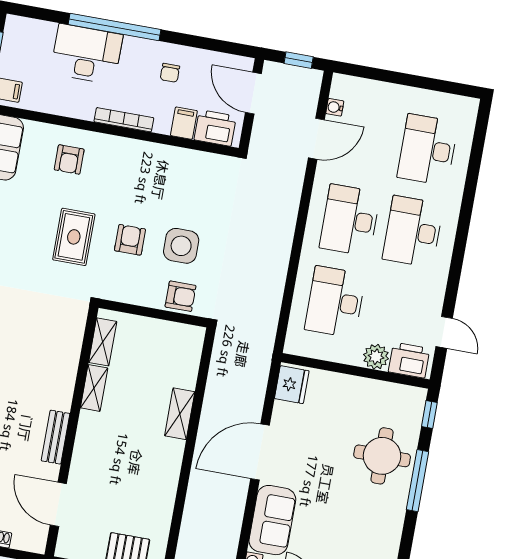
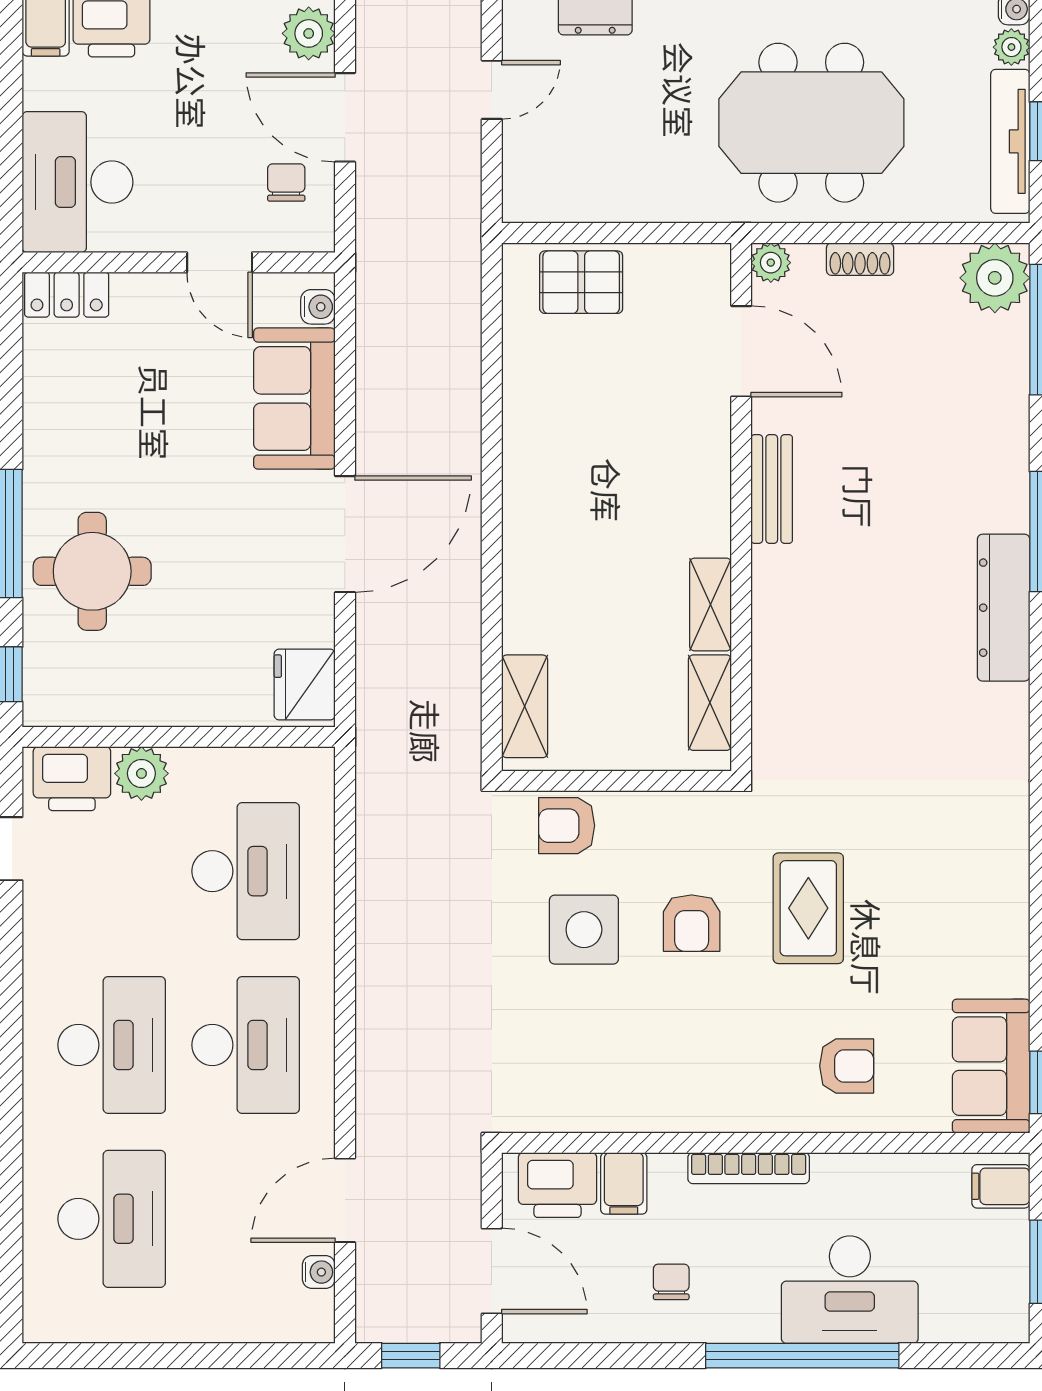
armchair: (69, 159) -> (847, 1066), turned 90
shelving: (180, 414) -> (525, 706), moved
plant: (37, 544) -> (771, 263), added

